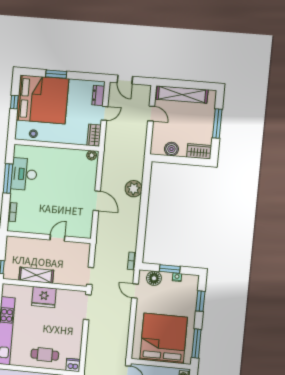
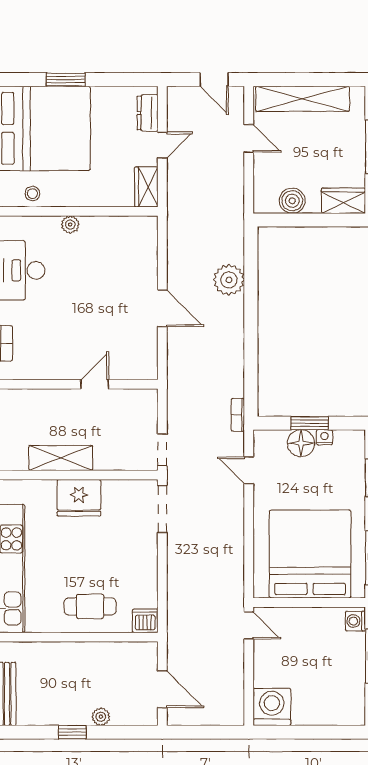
door: (125, 79) -> (214, 80), moved
plant: (92, 155) -> (70, 225), moved
floor lamp: (154, 278) -> (301, 443), moved

